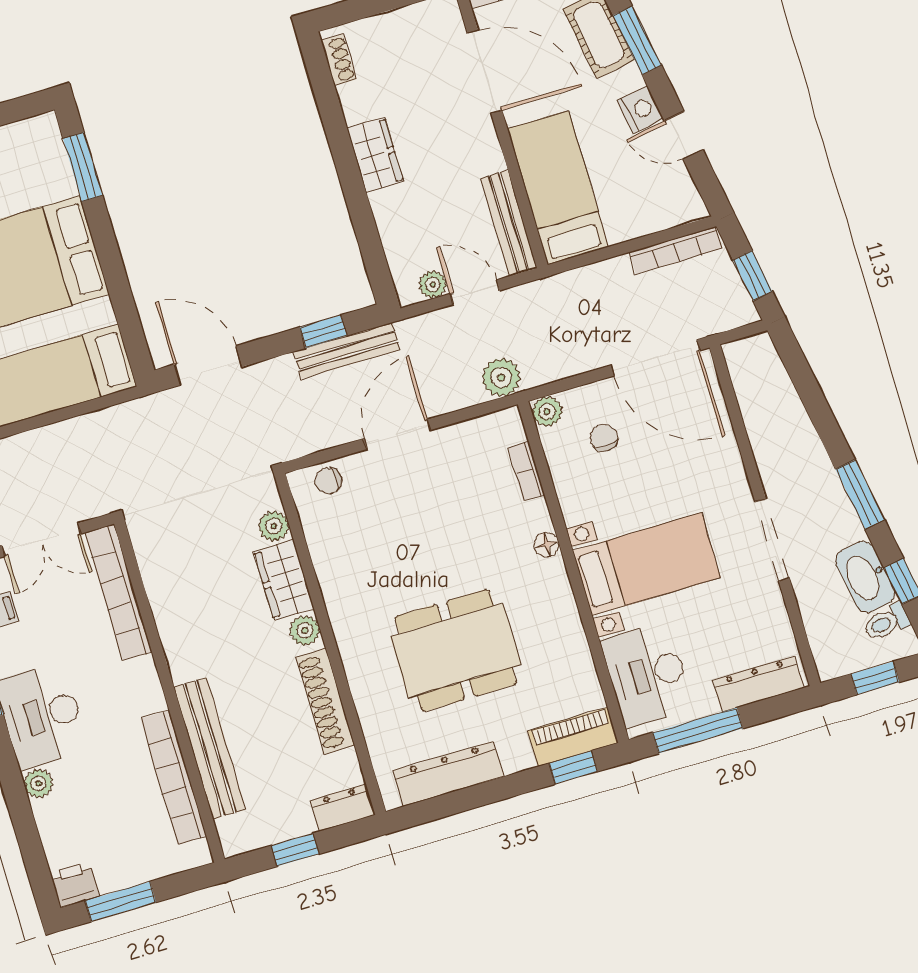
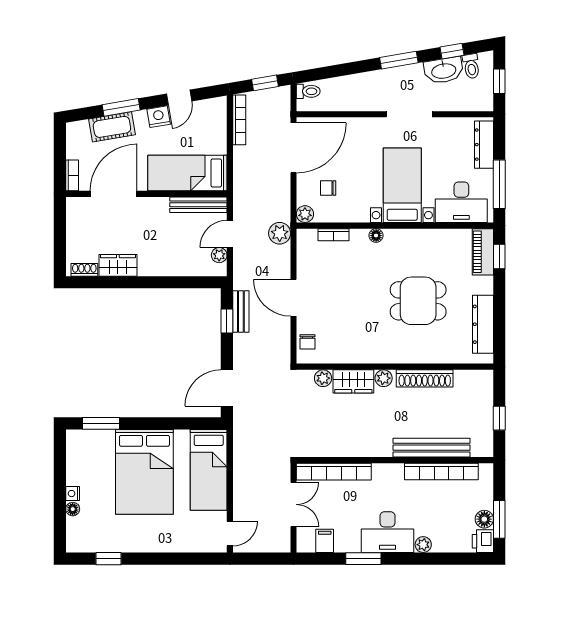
wardrobe: (375, 155) -> (118, 265), moved
bench: (347, 351) -> (241, 311), width x0.73
toilet: (760, 354) -> (308, 91), added
dining table: (456, 650) -> (418, 301), width x0.73
dresser: (343, 808) -> (484, 386), removed
floor lamp: (113, 876) -> (484, 519), added

